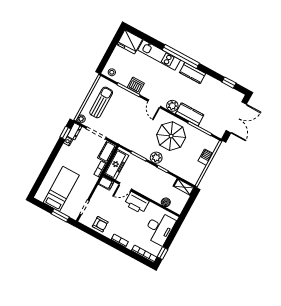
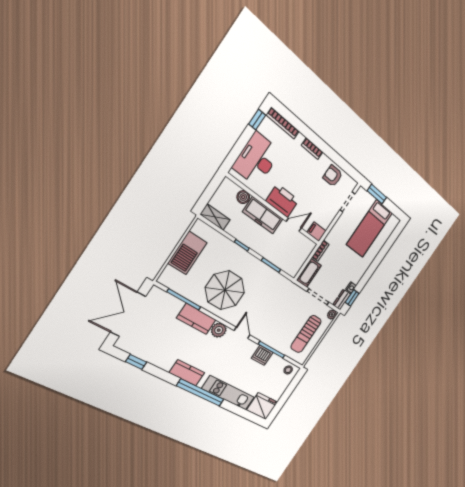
barbecue: (206, 157) -> (187, 253), width x1.88, depth x1.53
plant: (156, 158) -> (248, 262), removed
freezer: (116, 165) -> (263, 215), moved, turned -90

